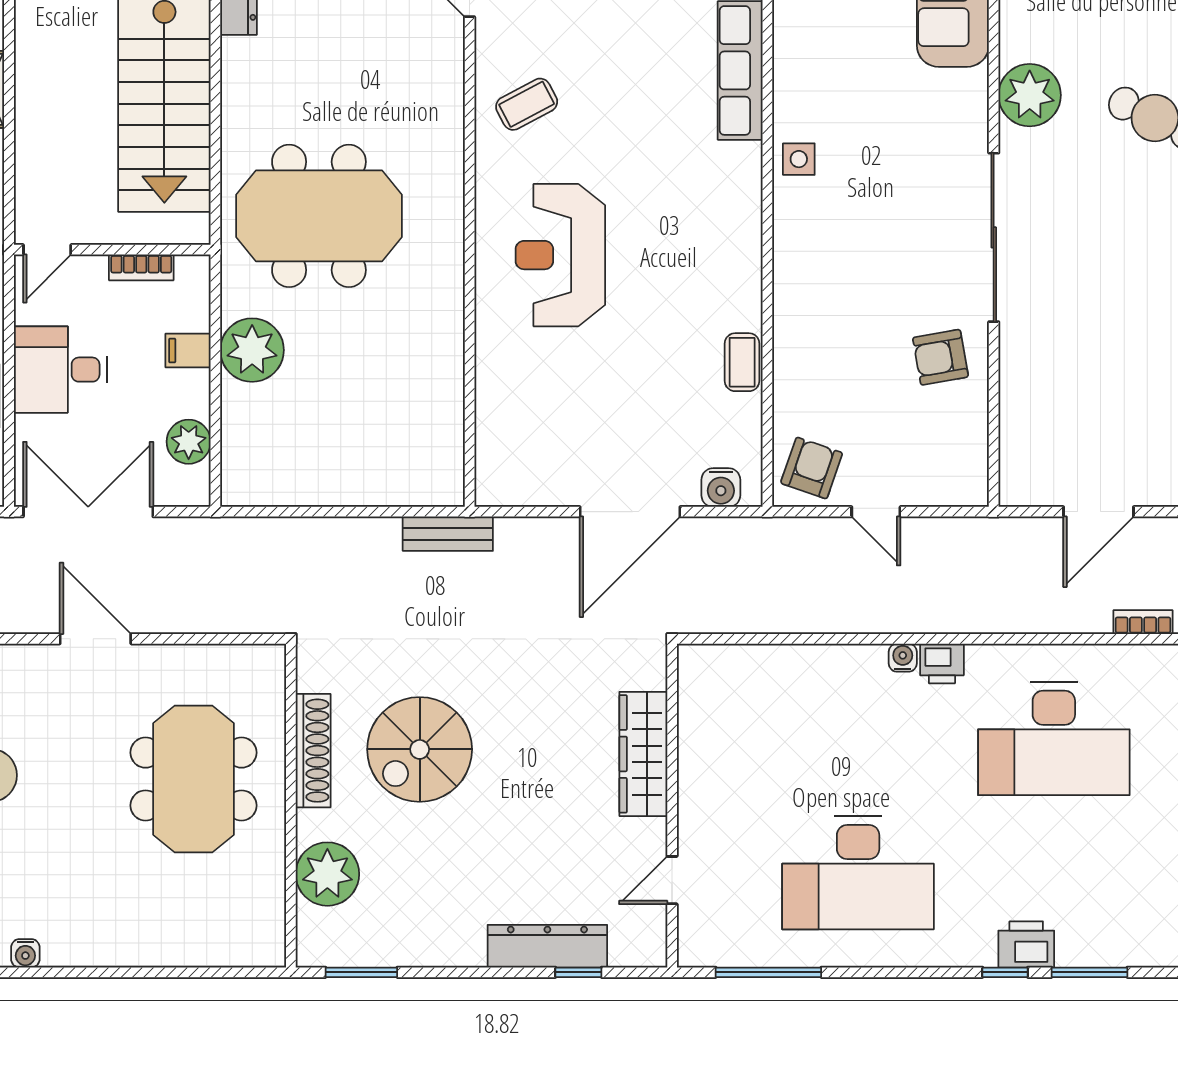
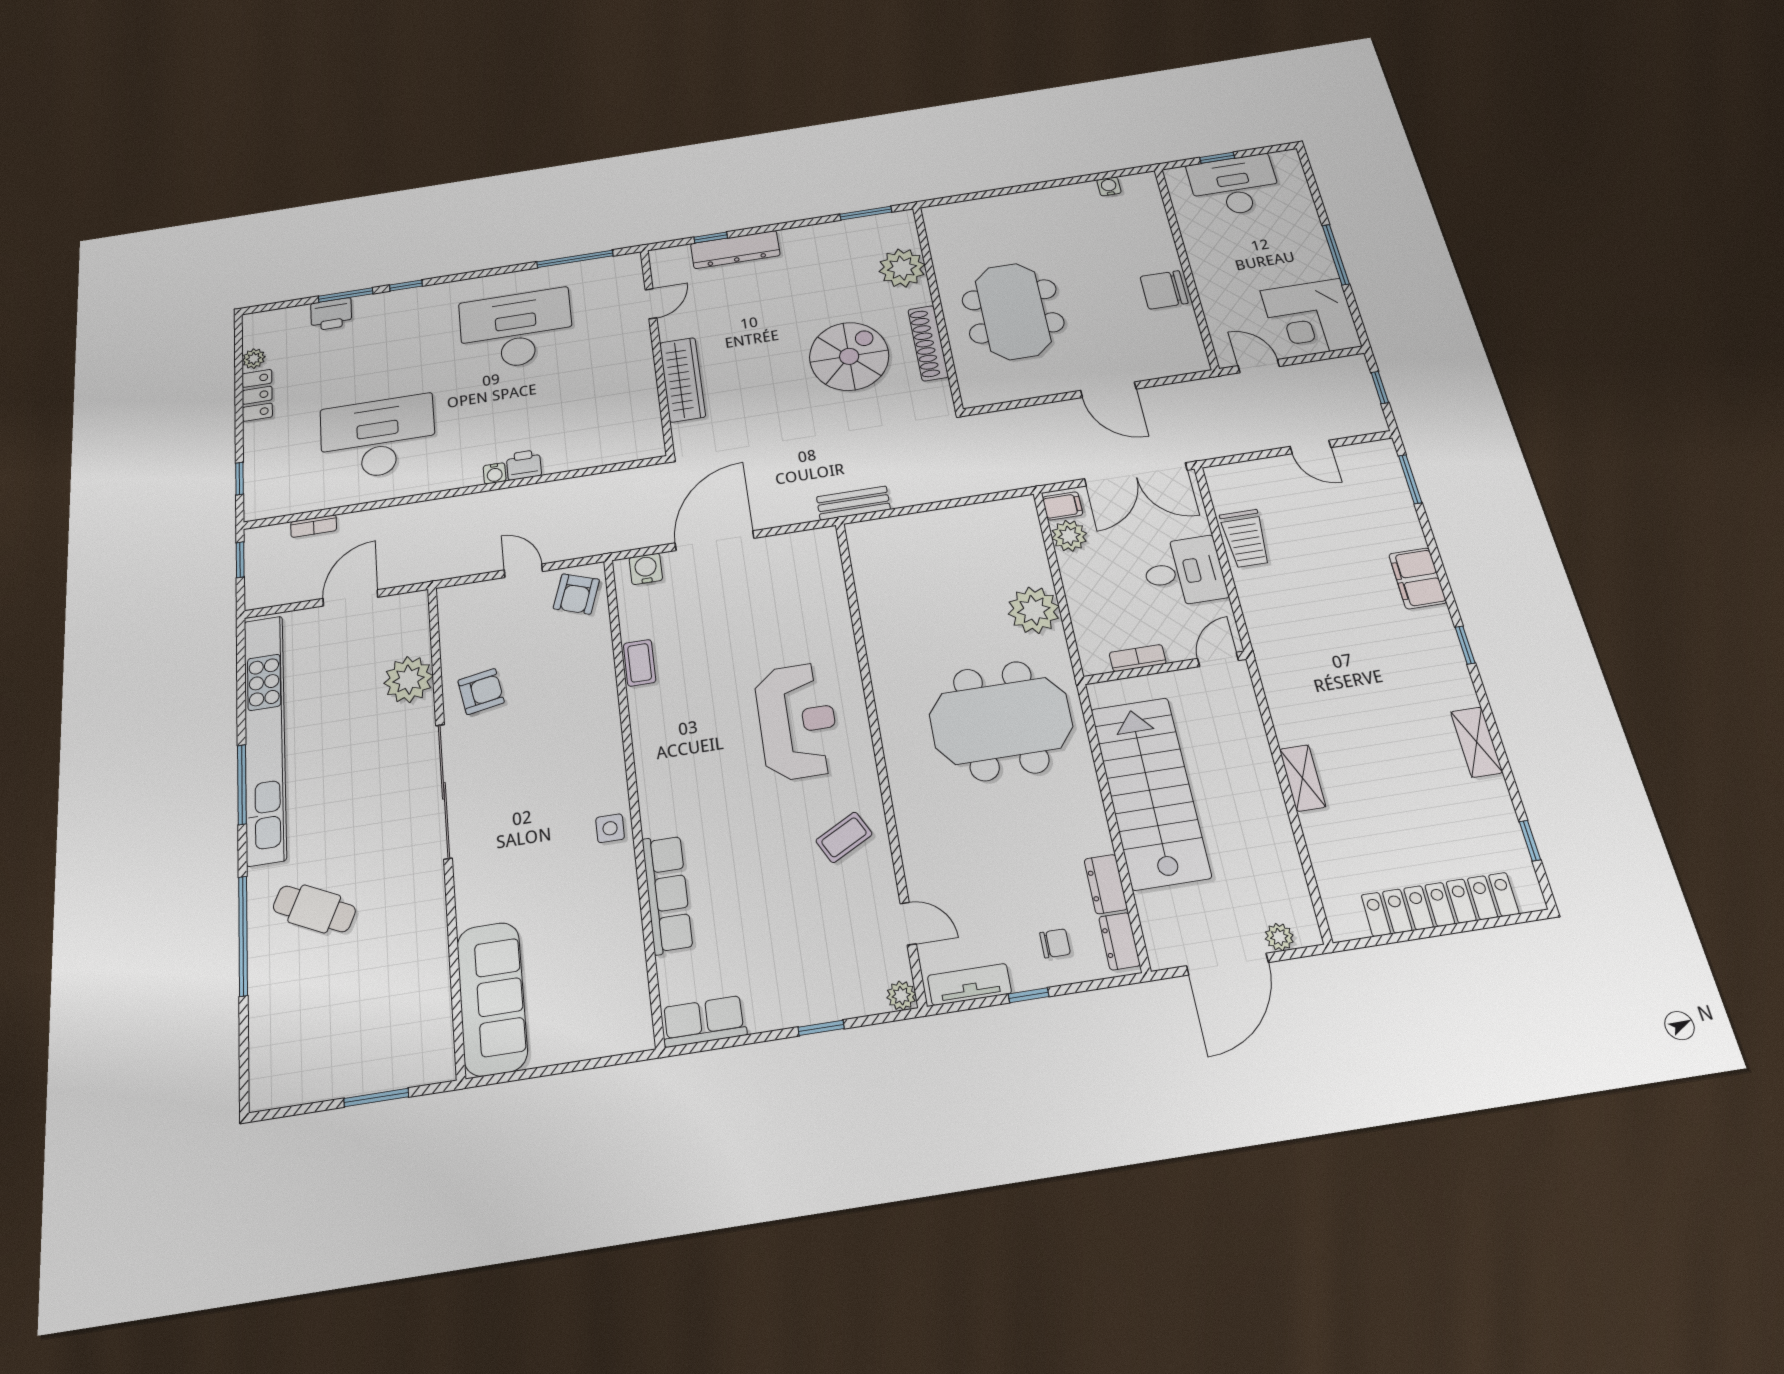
plant: (1030, 95) -> (409, 680), moved
filing cabinet: (188, 350) -> (1063, 506), moved
printer: (942, 663) -> (524, 465), moved
printer: (1026, 944) -> (331, 314), moved

